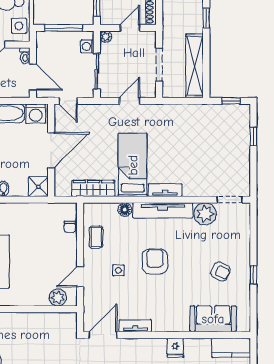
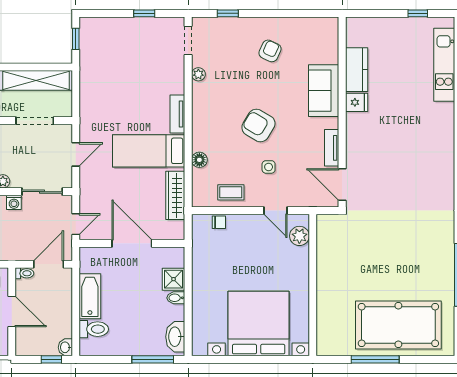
door: (130, 101) -> (76, 154), swing flipped
washing machine: (36, 114) -> (90, 261), removed
window: (253, 136) -> (144, 13), moved
shower: (38, 187) -> (174, 279), moved
tv unit: (163, 210) -> (200, 117), removed
plant: (205, 214) -> (198, 74), width x0.53, depth x0.53
armchair: (155, 261) -> (258, 125), turned 31
window: (253, 275) -> (228, 13), moved
sofa: (213, 319) -> (324, 91), moved
kitchen counter: (231, 348) -> (357, 70), moved

